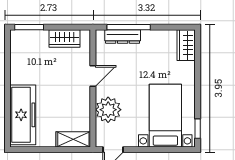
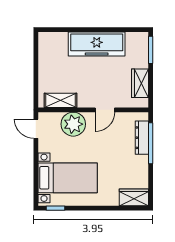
door: (93, 76) -> (105, 110), hinge flipped
freezer: (23, 115) -> (97, 44), moved
shelving: (73, 139) -> (60, 100), moved, turned 90

